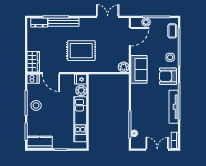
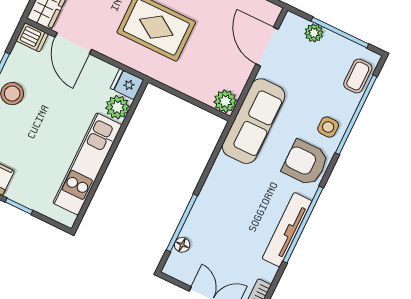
door: (130, 37) -> (267, 47), swing flipped
sofa: (139, 69) -> (254, 121), width x1.36

